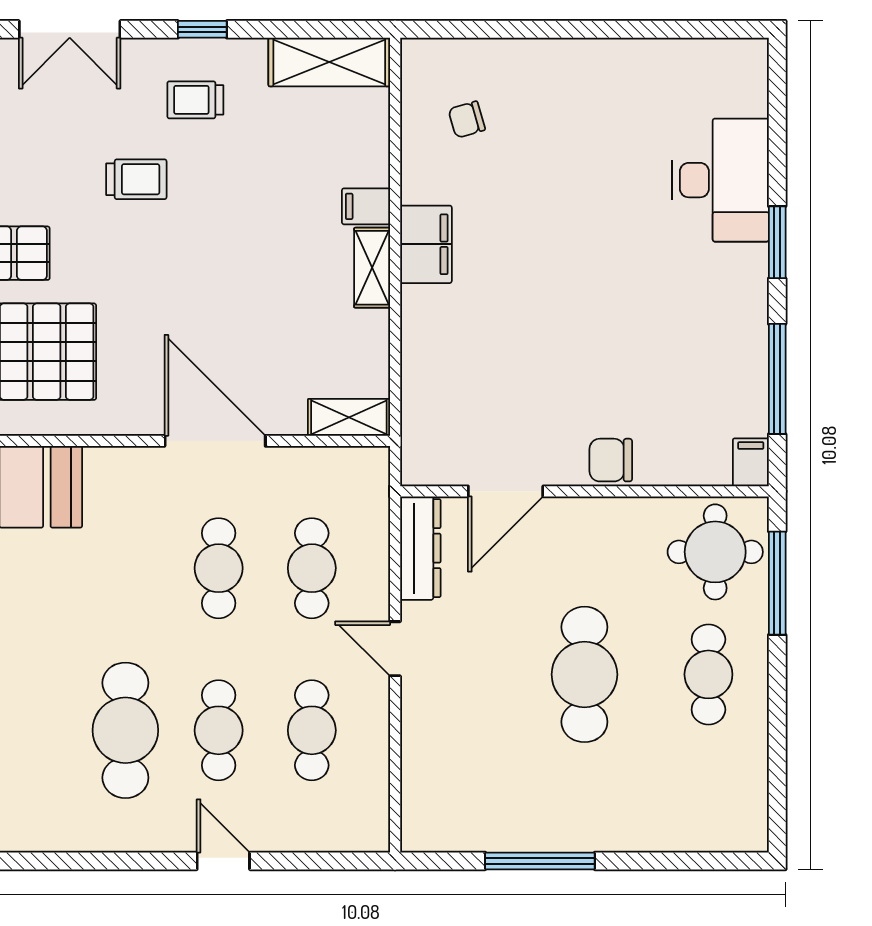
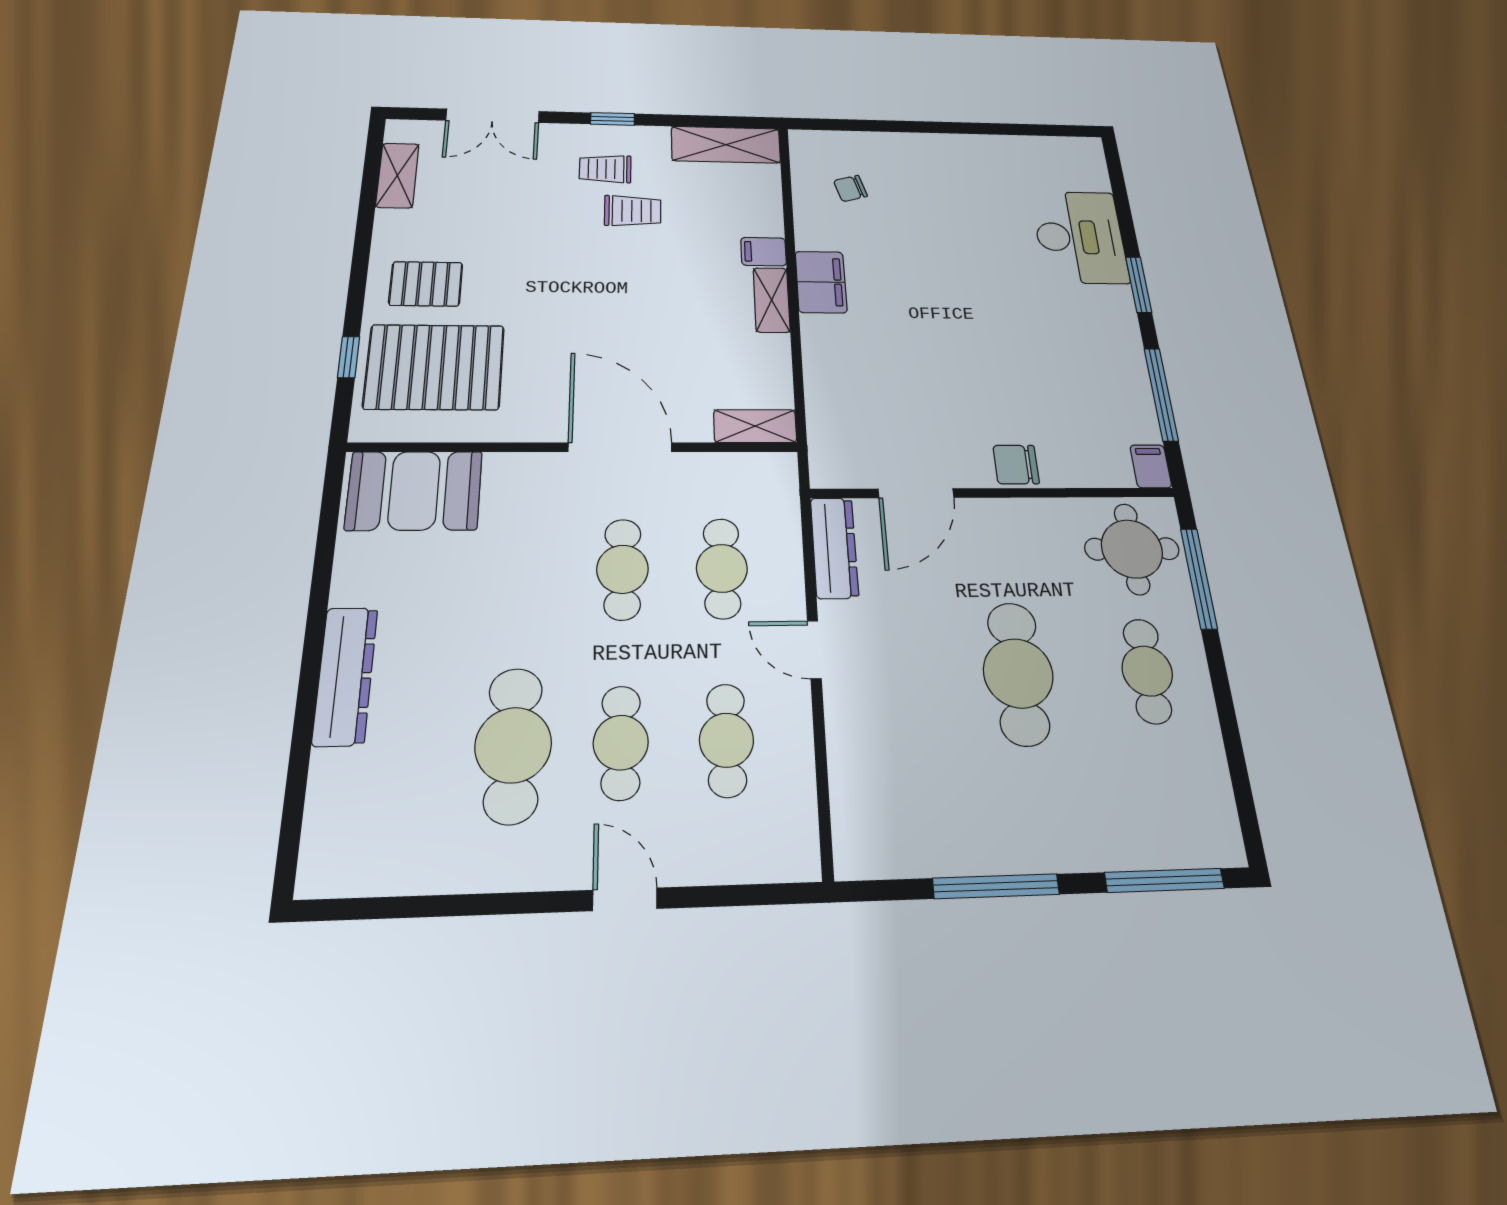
trolley: (136, 179) -> (633, 211), moved
window: (690, 861) -> (1164, 880), added

